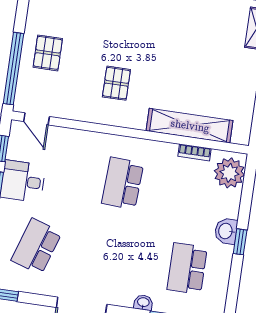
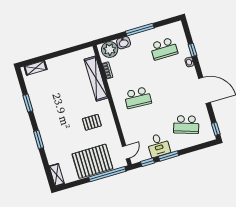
pallet: (48, 53) -> (92, 161), width x2.05, depth x2.00
washbasin: (226, 231) -> (124, 43), moved
window: (240, 242) -> (140, 30), width x2.17

